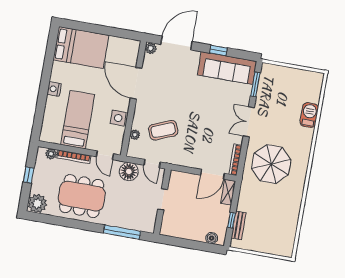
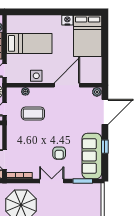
door: (177, 43) -> (105, 112), hinge flipped
nightstand: (54, 89) -> (67, 20), moved
armchair: (217, 107) -> (59, 153), added
coffee table: (163, 130) -> (33, 114), turned -68

